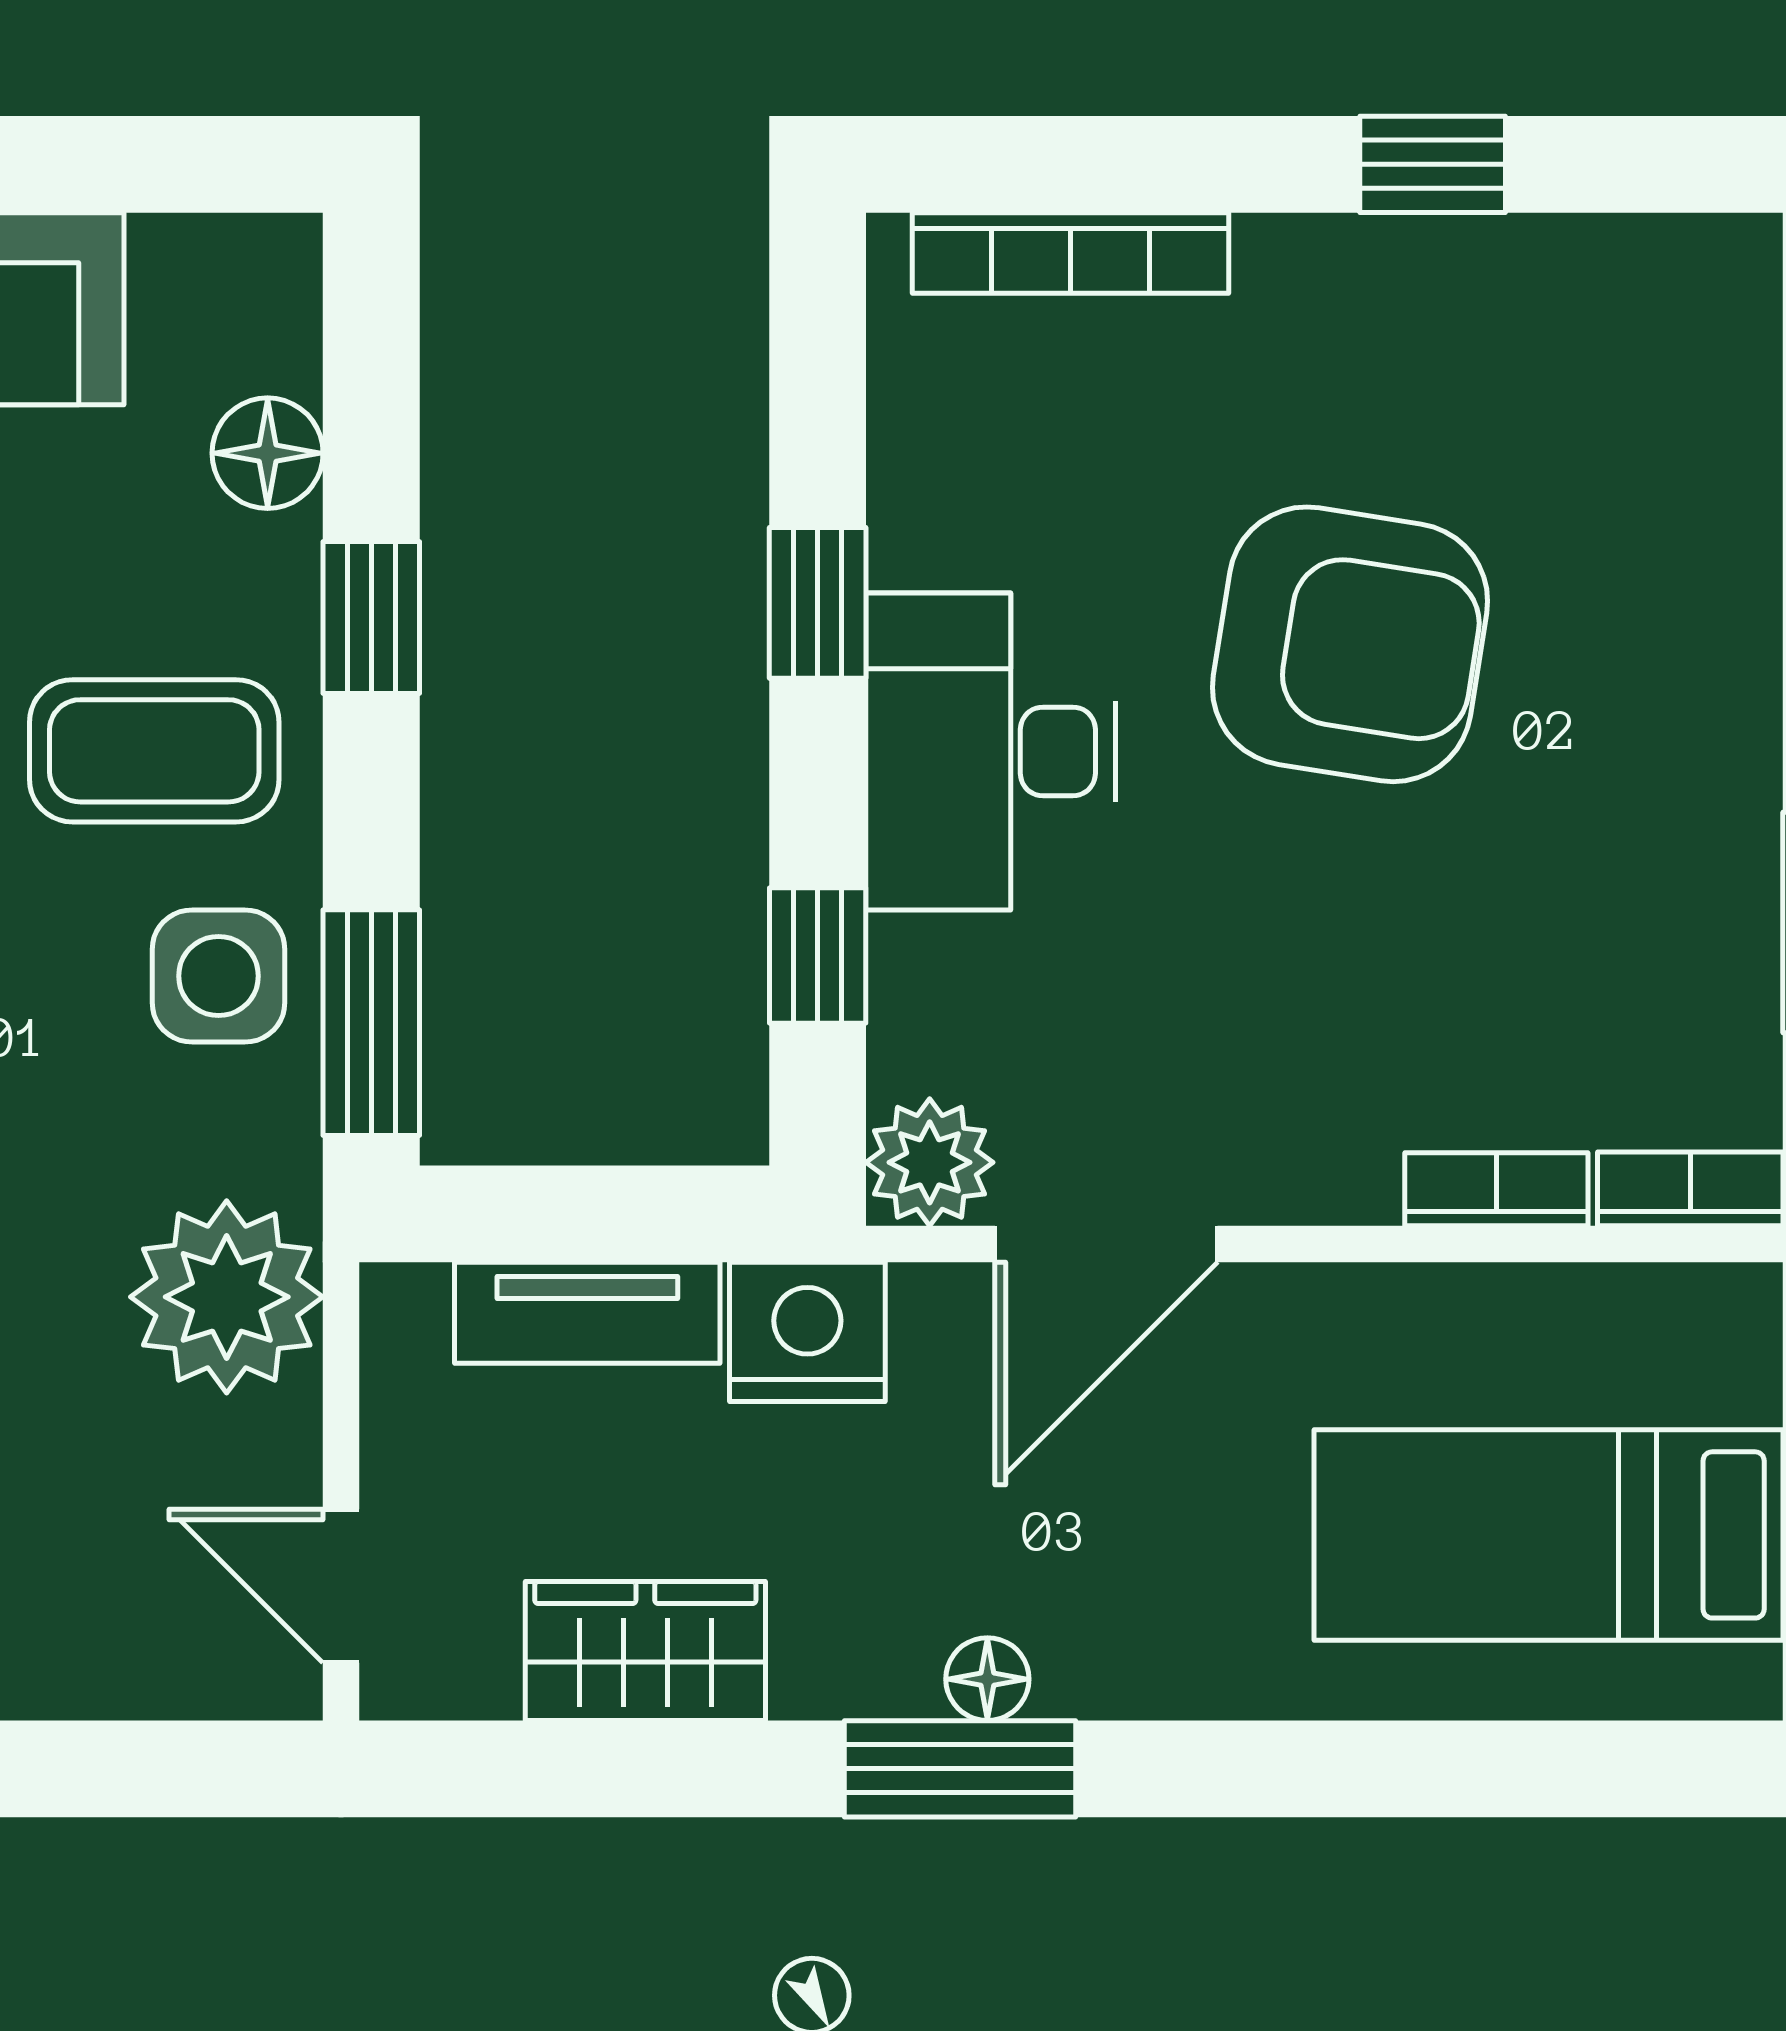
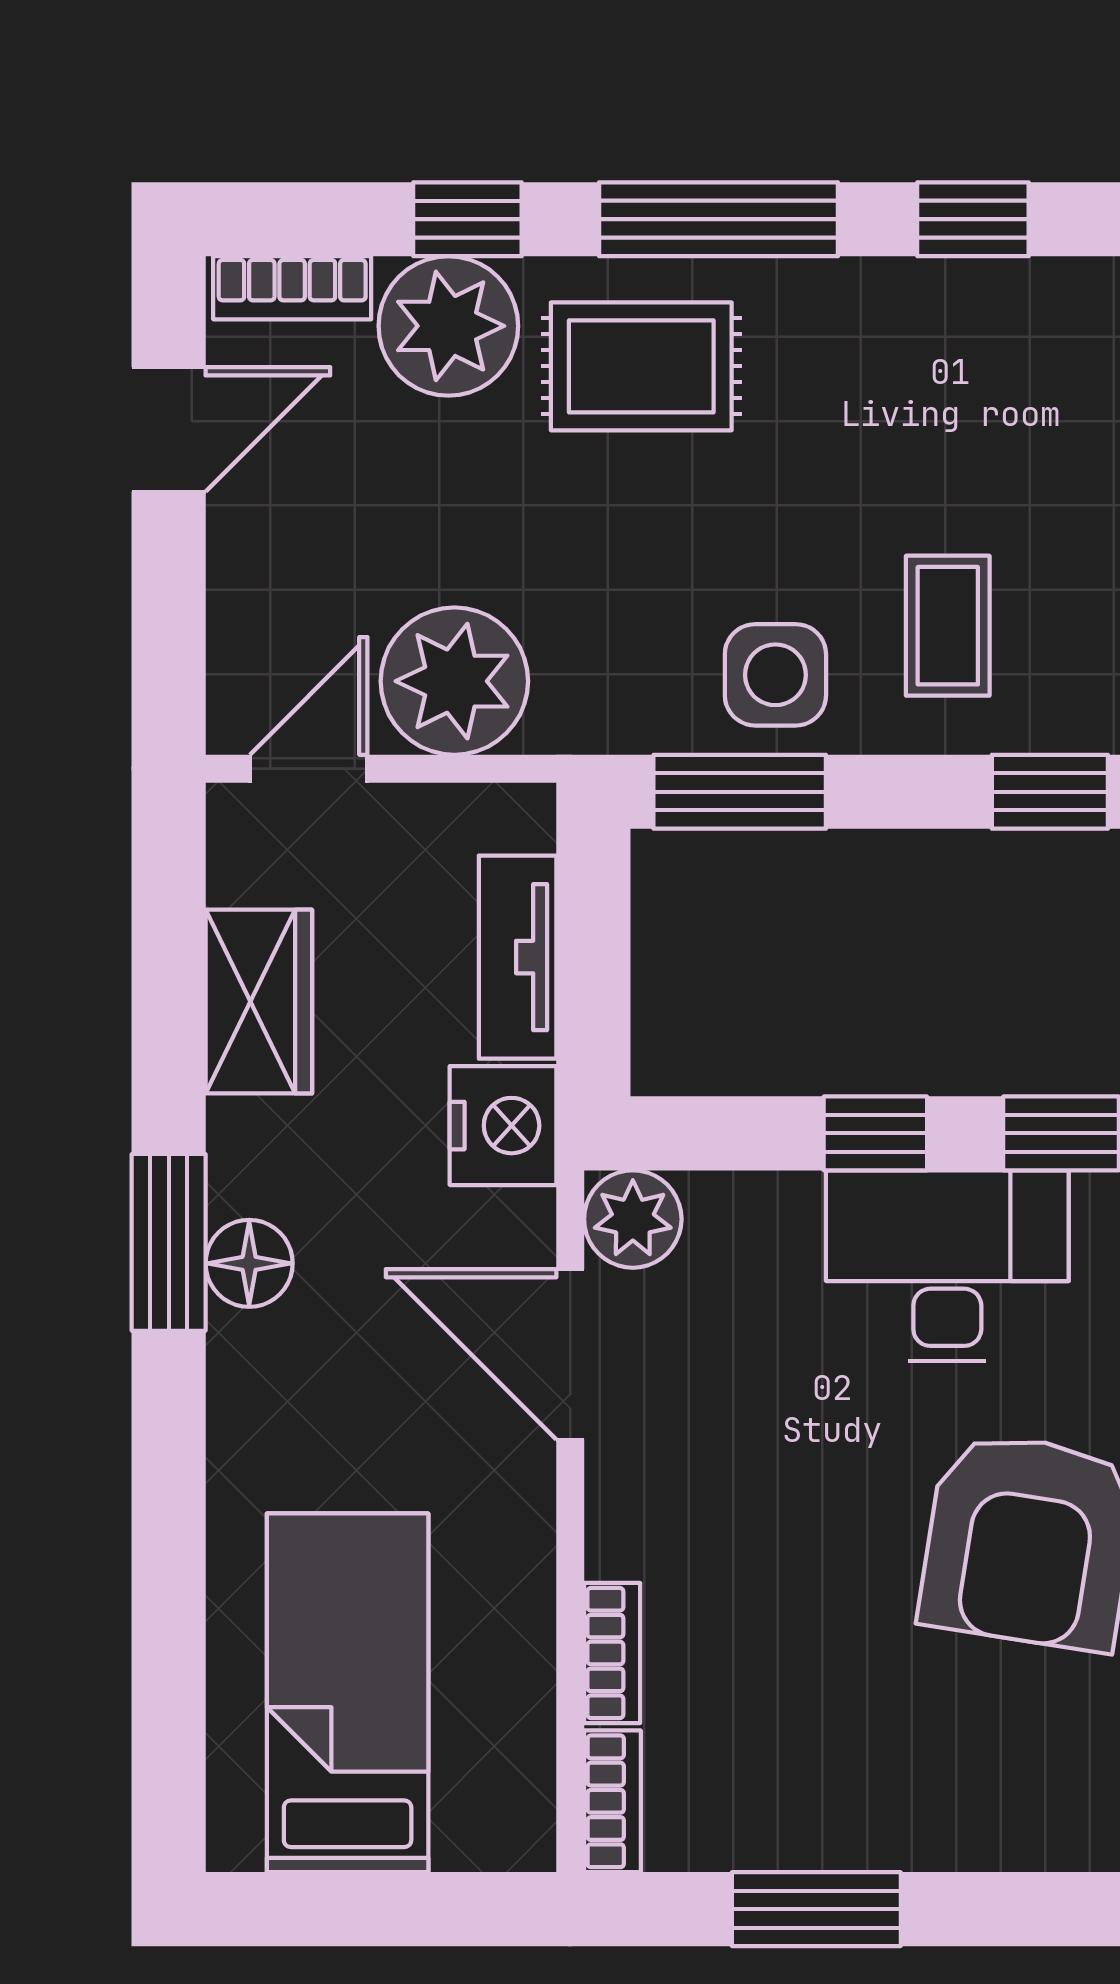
coffee table: (154, 751) -> (948, 626), width x0.73, depth x0.77
window: (818, 955) -> (875, 1133), moved
plant: (227, 1297) -> (454, 681), moved
floor lamp: (987, 1679) -> (249, 1263), width x1.37, depth x1.37

